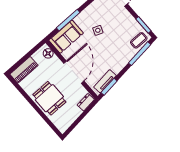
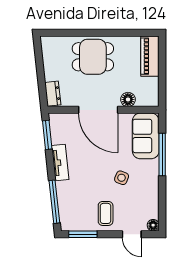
coffee table: (139, 40) -> (106, 213), moved
floor lamp: (48, 53) -> (128, 99), moved
tv unit: (105, 81) -> (60, 162), moved

